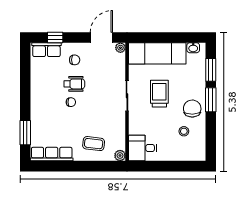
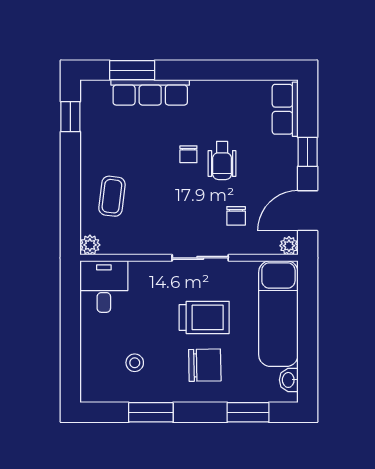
window: (55, 37) -> (308, 152), moved
door: (101, 37) -> (308, 211), swing flipped
chair: (75, 60) -> (236, 216), moved
window: (211, 100) -> (151, 412), moved
chair: (192, 109) -> (205, 365), moved
row of seats: (52, 154) -> (150, 92), moved, turned 90
window: (50, 166) -> (70, 117), added

